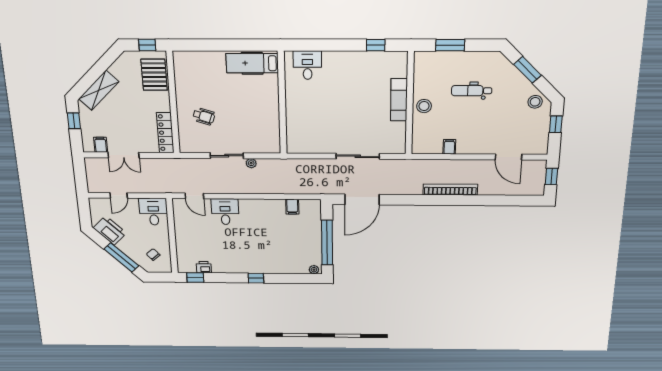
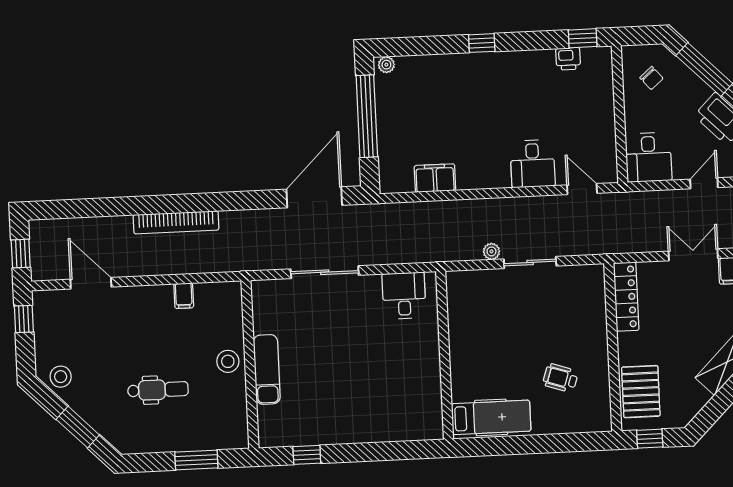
desk: (307, 65) -> (404, 296), moved, turned 180
wheelchair: (204, 116) -> (560, 378), moved
window: (556, 124) -> (24, 319), moved
filing cabinet: (292, 207) -> (435, 178), width x2.00

